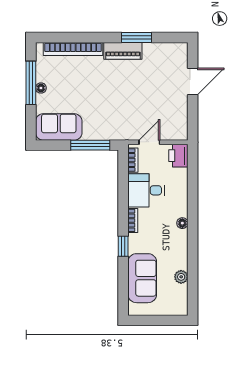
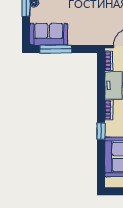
window: (90, 145) -> (56, 49), moved

